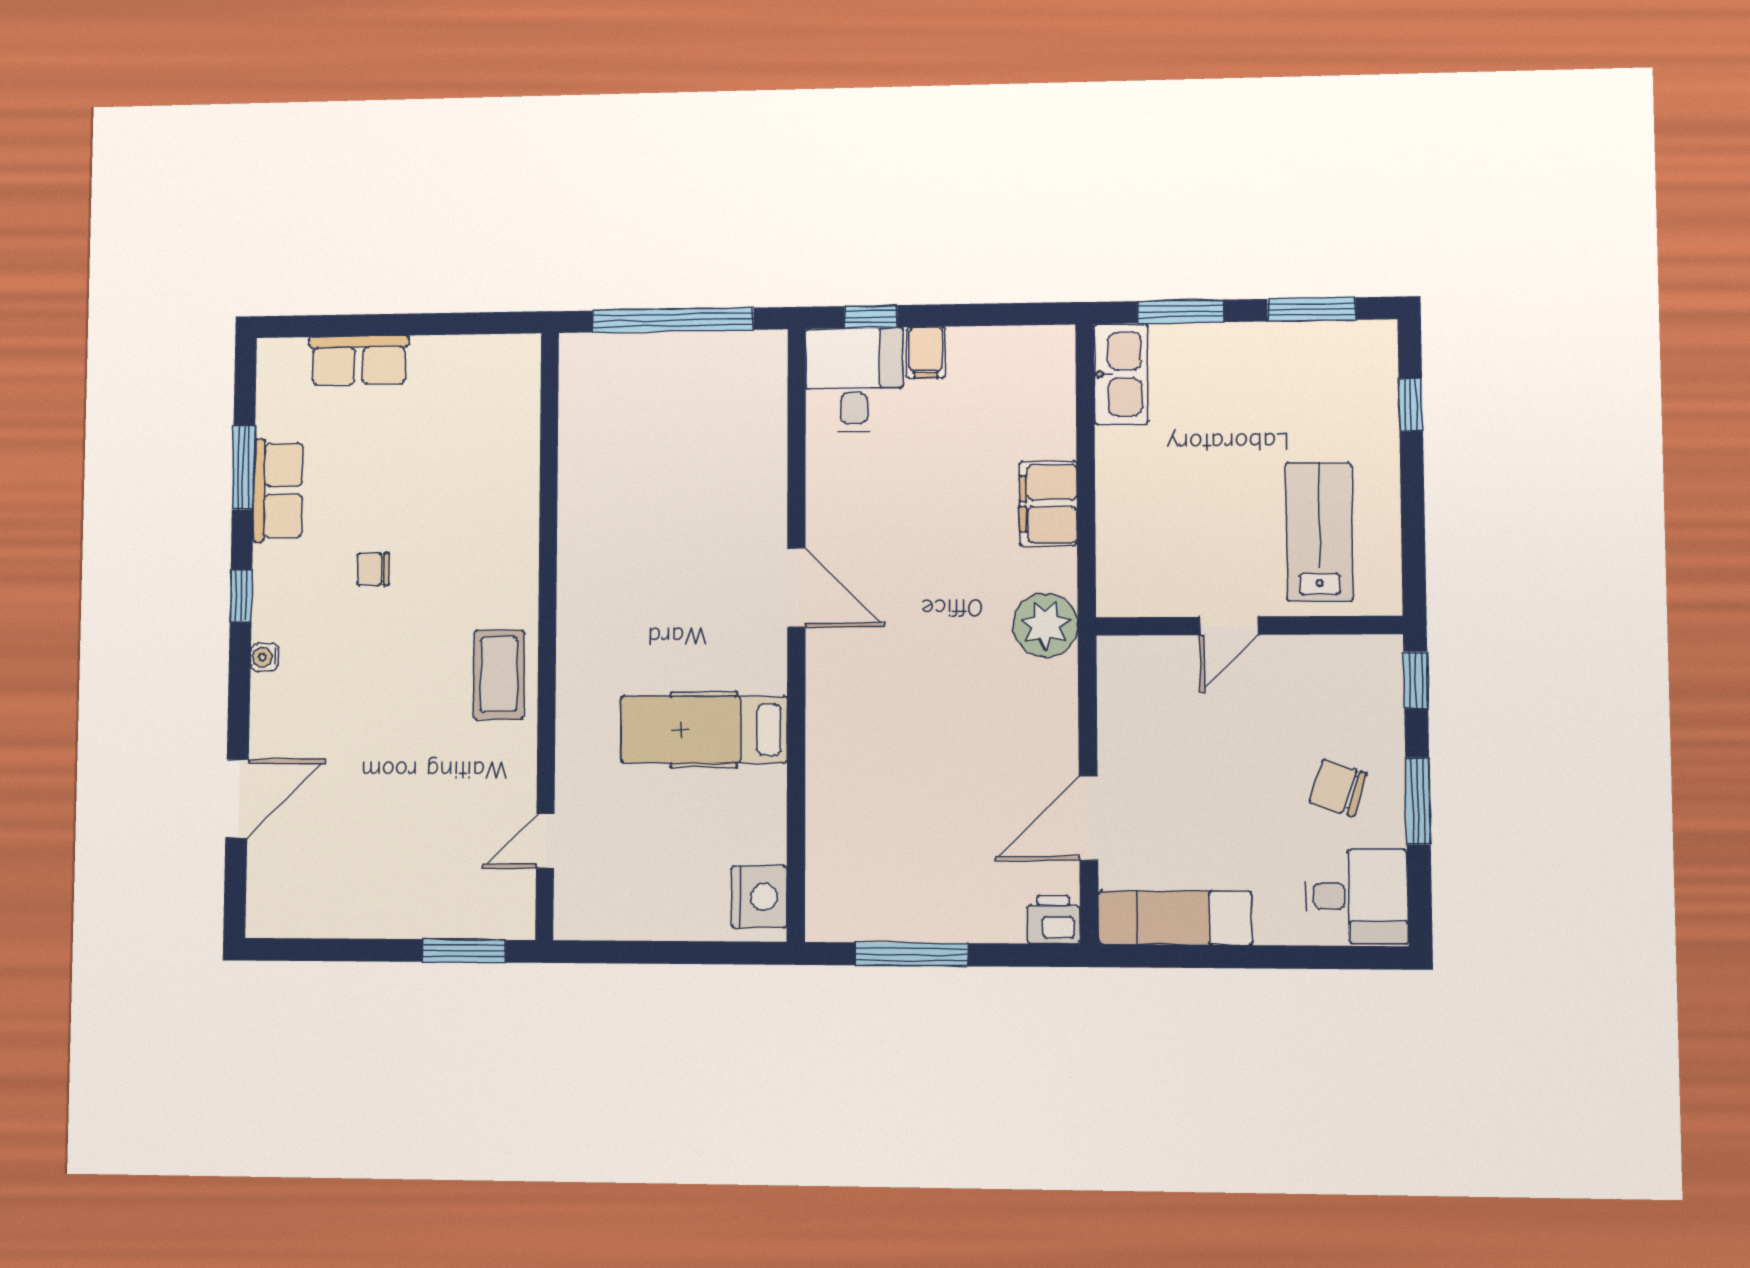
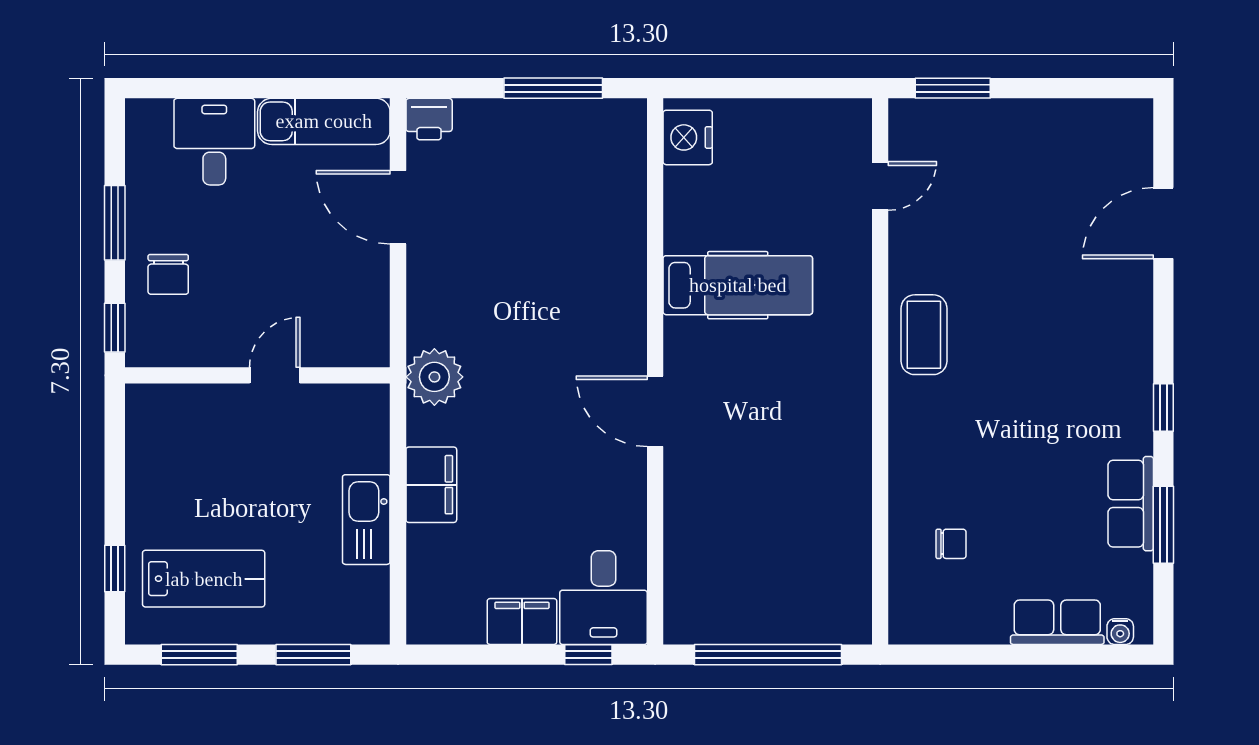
filing cabinet: (926, 352) -> (522, 622), width x2.00
kitchen sink: (1121, 374) -> (366, 520), moved
lab bench: (1319, 532) -> (204, 579), moved, turned -90
chair: (373, 569) -> (951, 544), moved
water cooler: (265, 657) -> (1120, 632), moved, turned 90
chair: (1338, 788) -> (168, 274), moved, turned 72
door: (1088, 818) -> (398, 207), swing flipped
desk: (1357, 896) -> (214, 142), moved, turned 90

